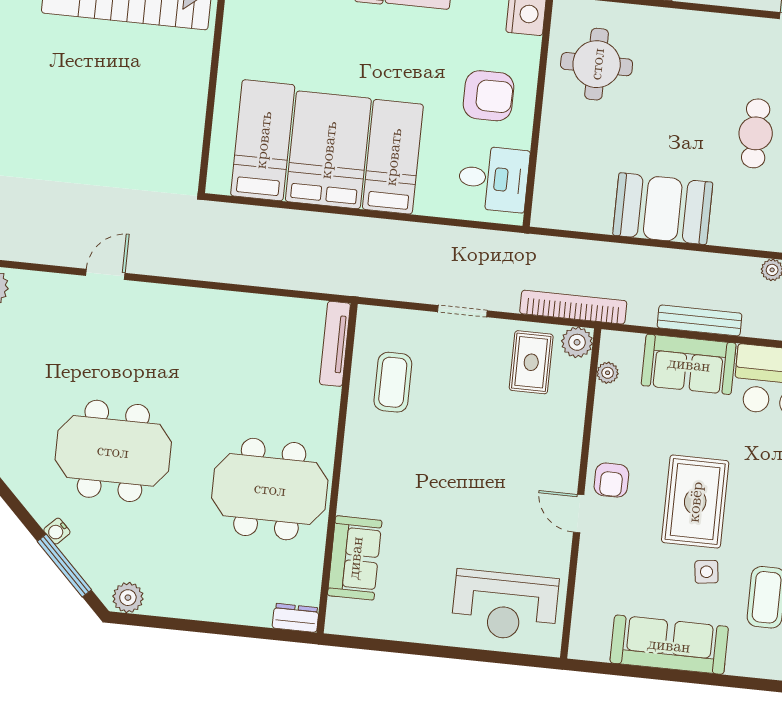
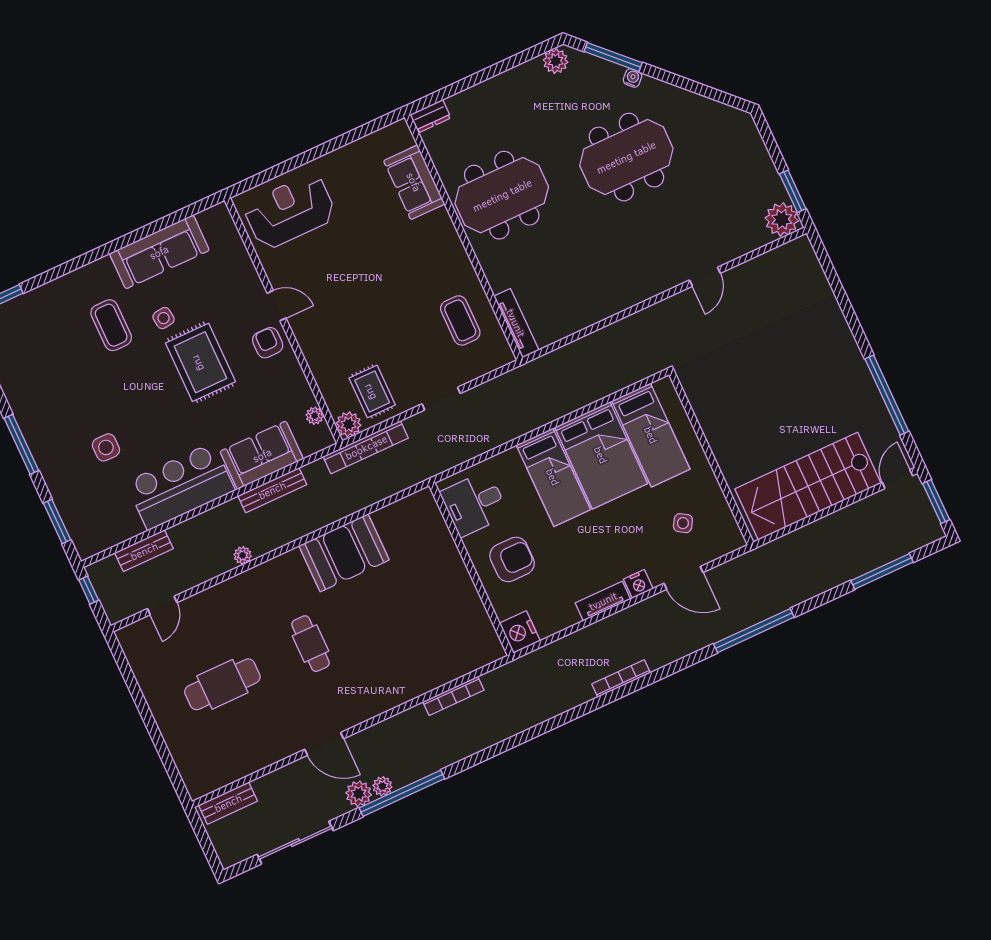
side table: (284, 26) -> (683, 523), added
round table: (597, 64) -> (450, 626), removed
armchair: (488, 96) -> (512, 559), turned 180

